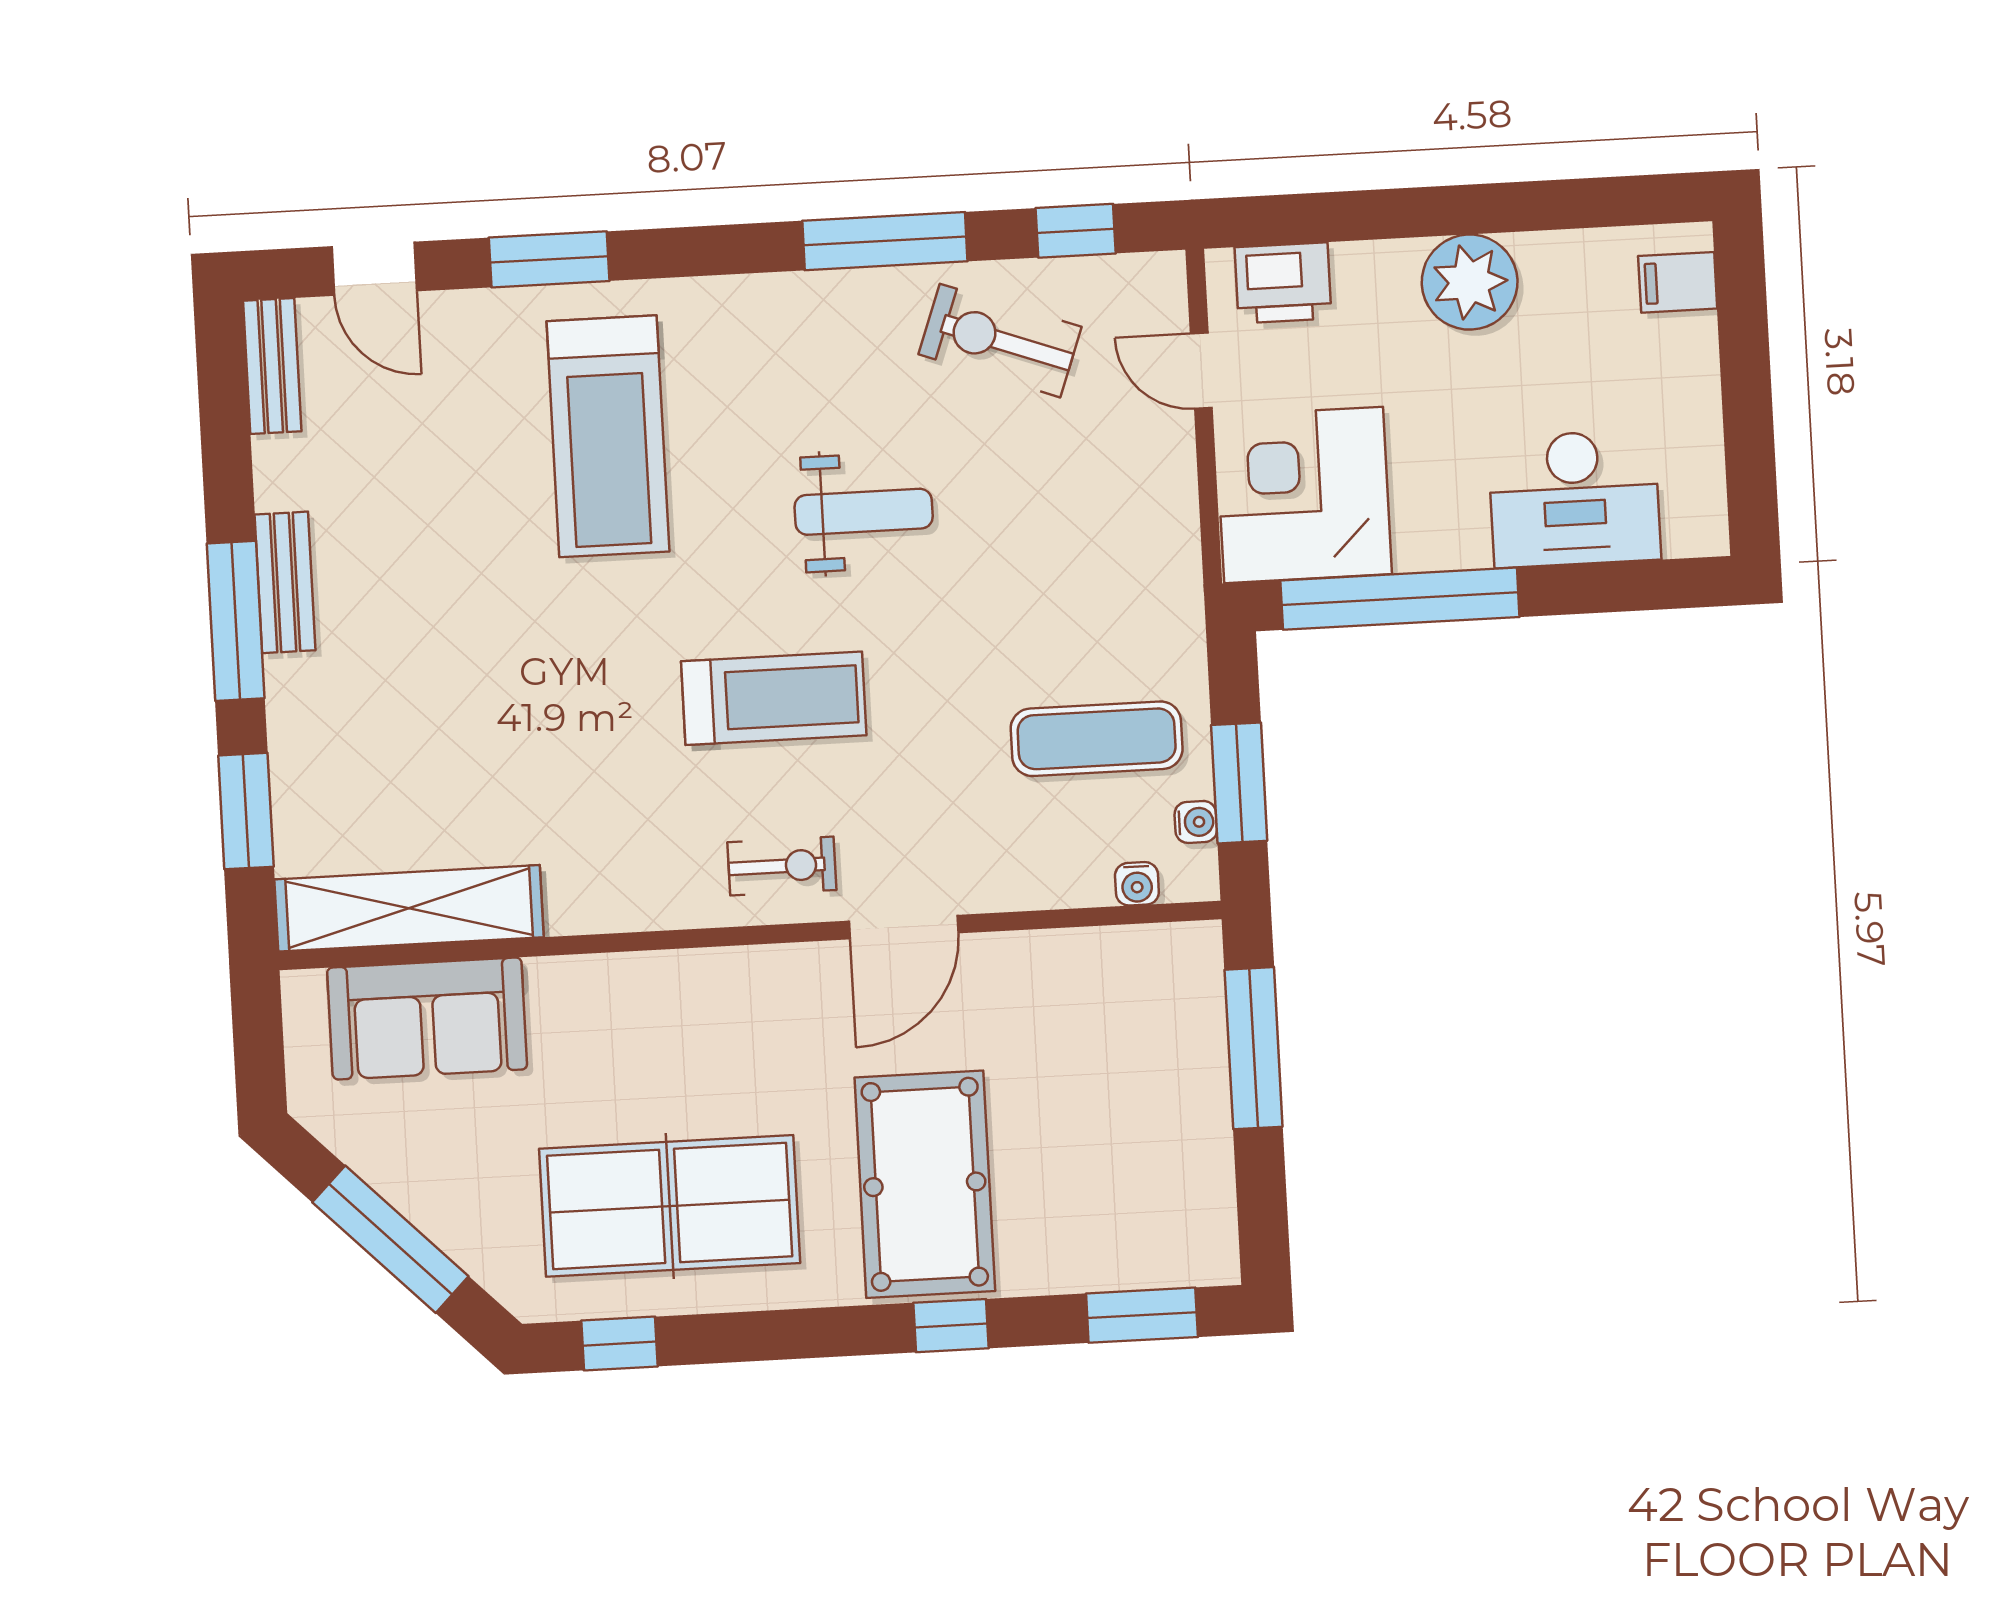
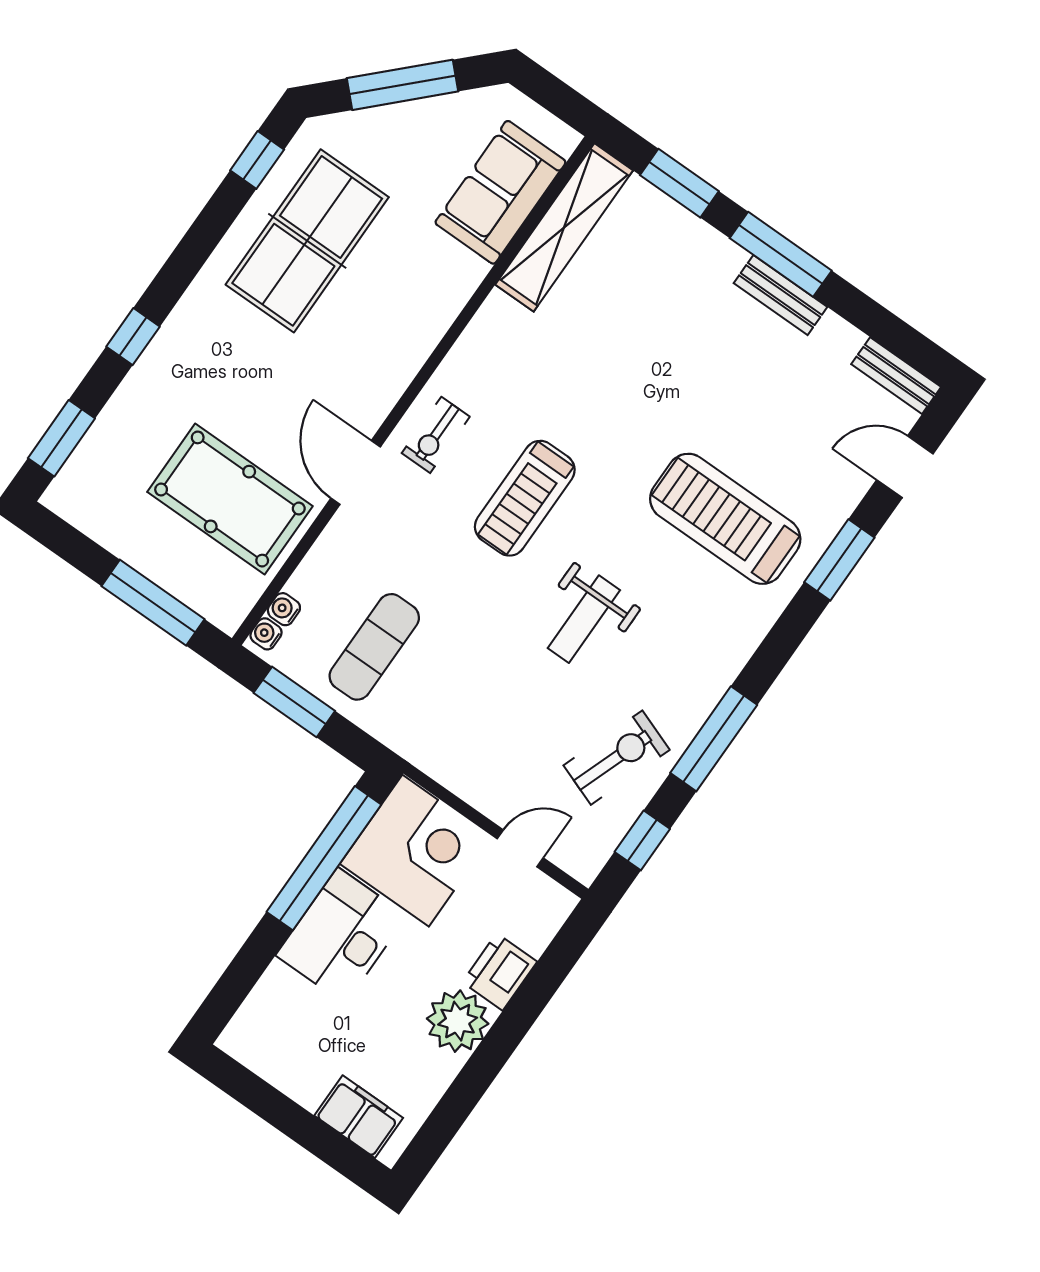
filing cabinet: (1678, 282) -> (359, 1117), width x2.00
printer: (1283, 283) -> (500, 972), moved
desk: (1574, 499) -> (341, 936), moved
water cooler: (1196, 822) -> (266, 634), moved, turned 90
pool table: (925, 1184) -> (230, 499), moved

